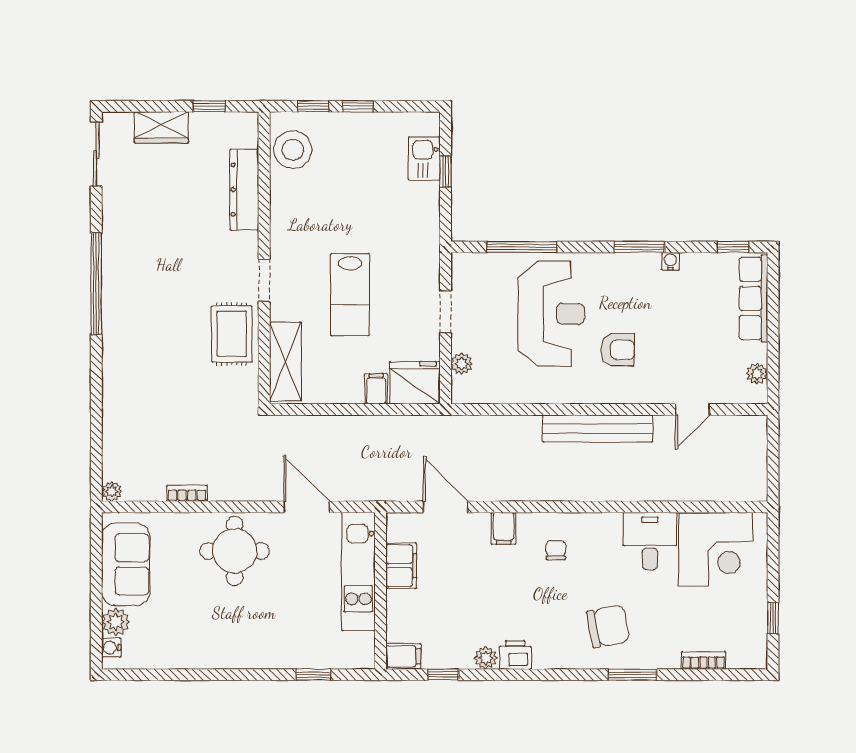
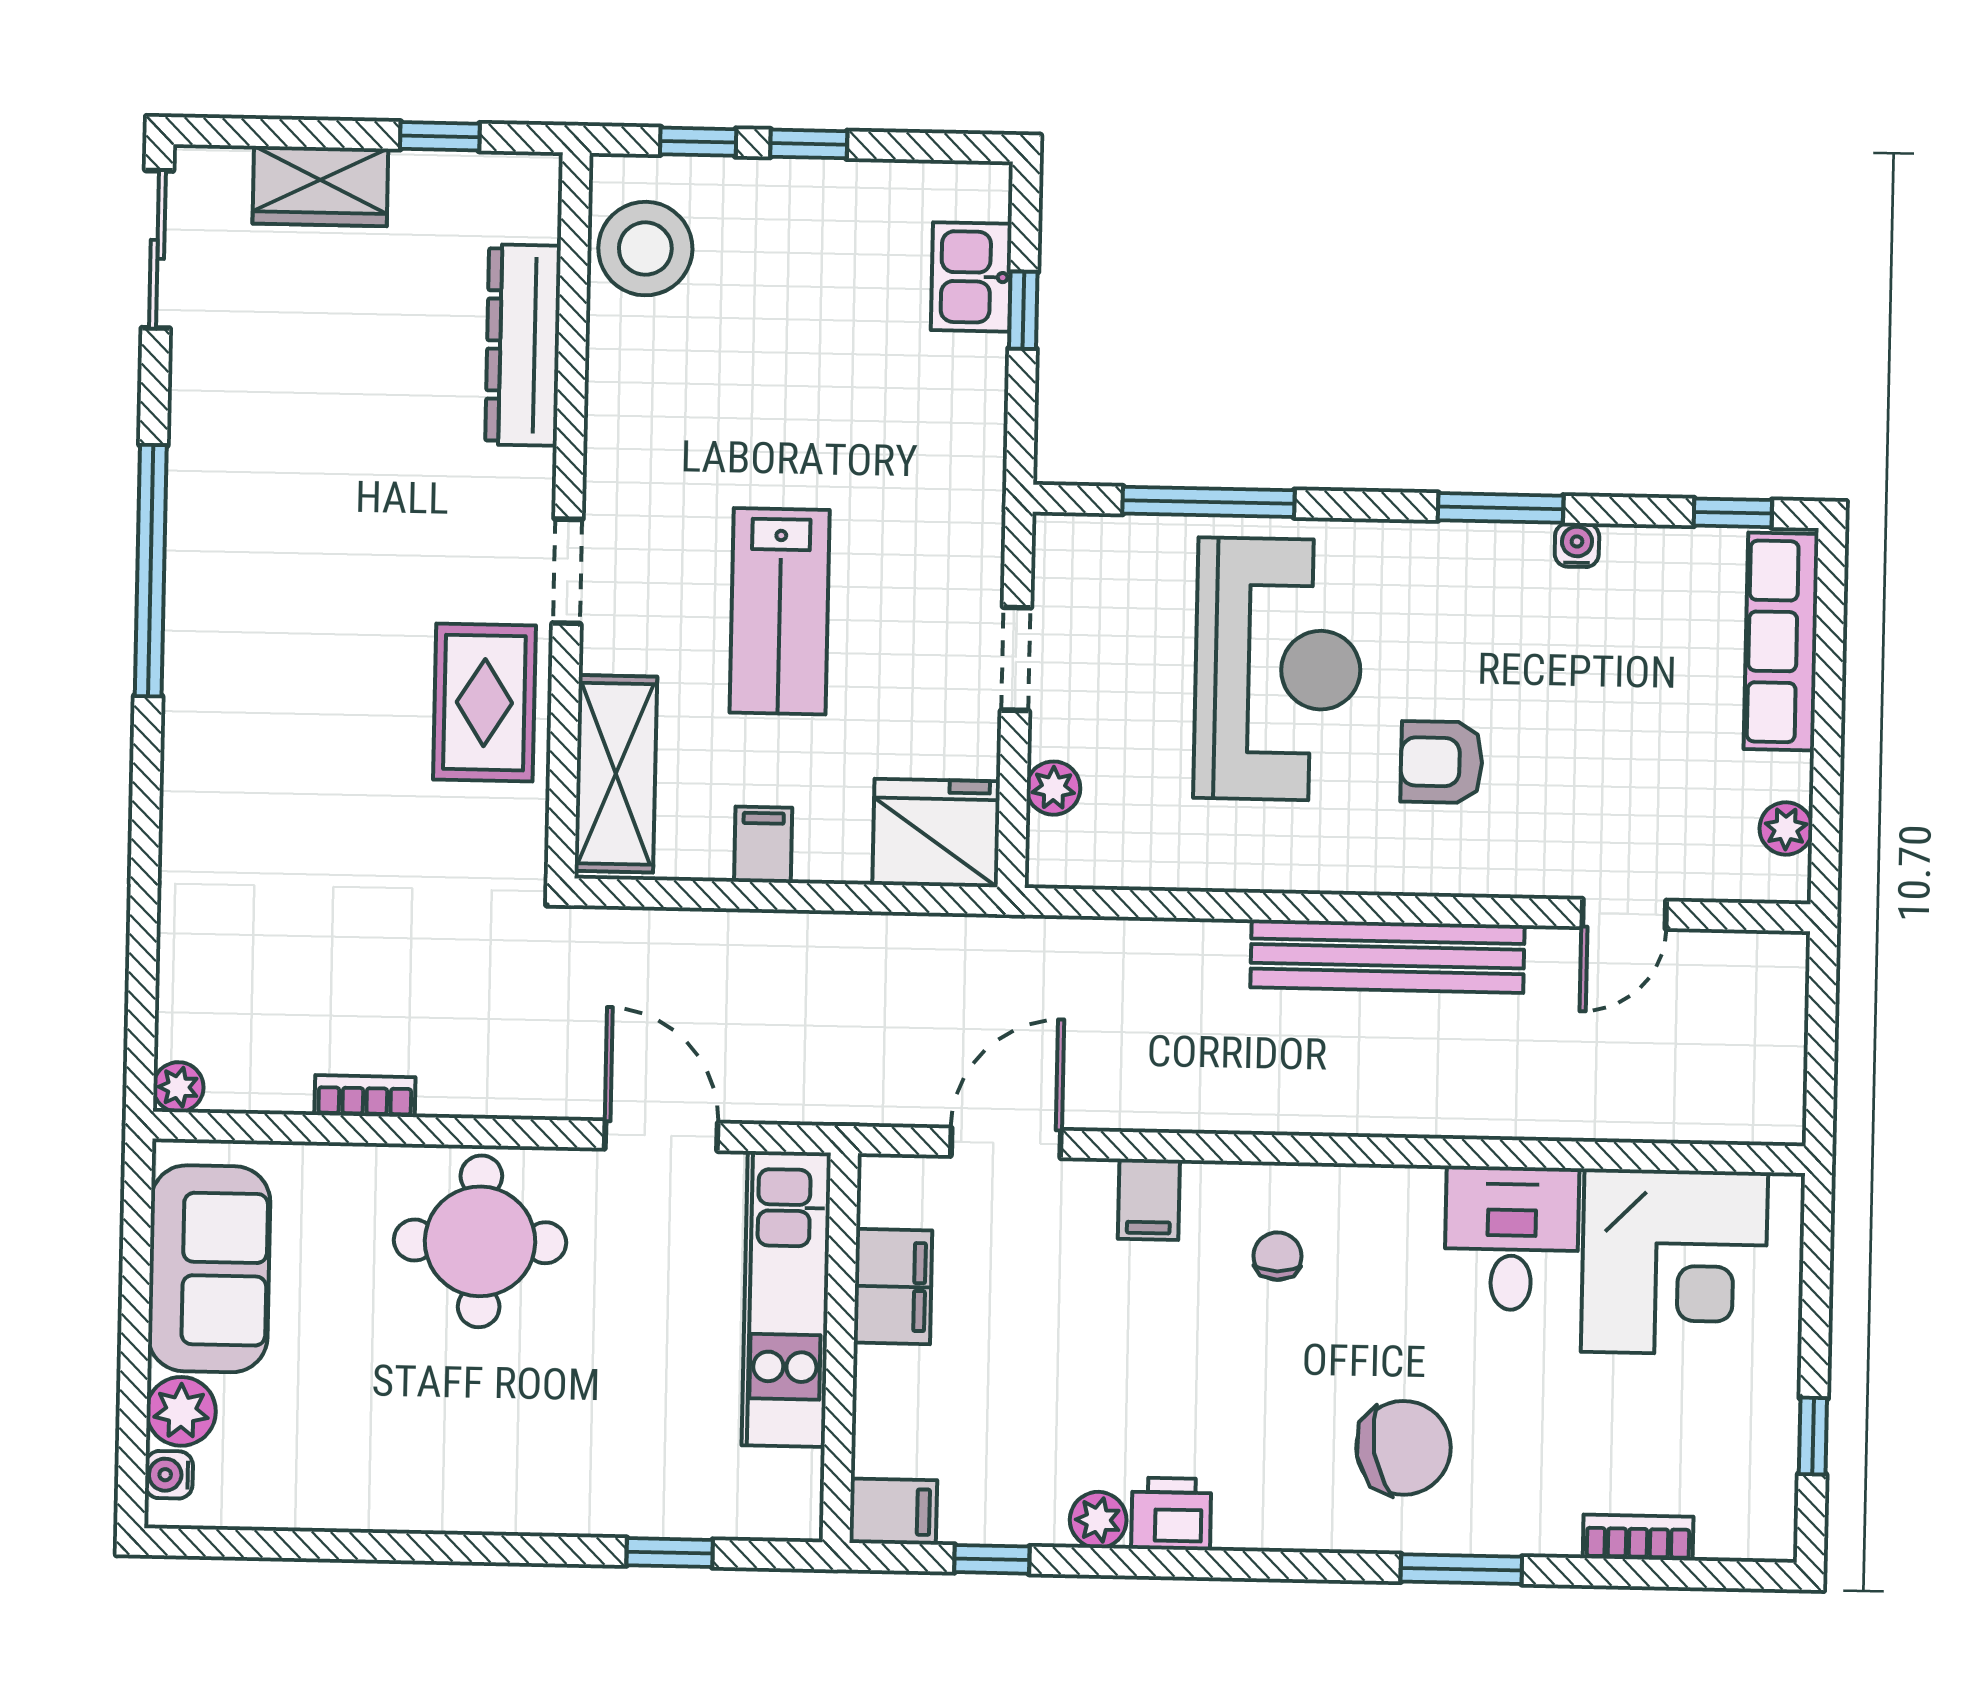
armchair: (618, 350) -> (1442, 762), turned 180
filing cabinet: (376, 389) -> (763, 845), moved
door: (446, 507) -> (1006, 1143), hinge flipped

